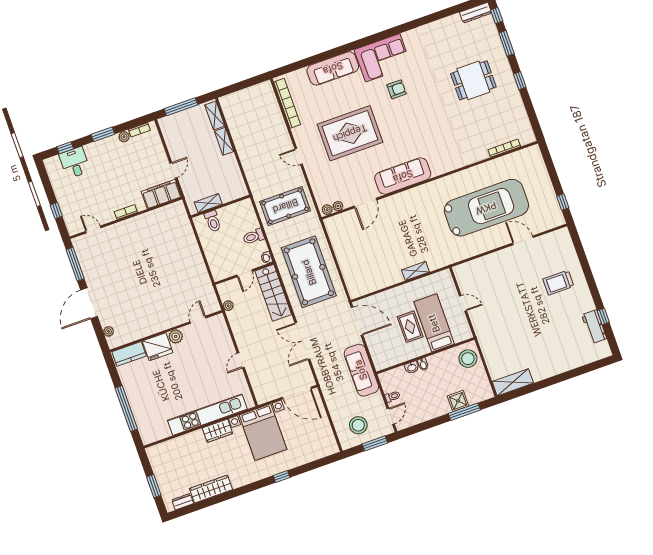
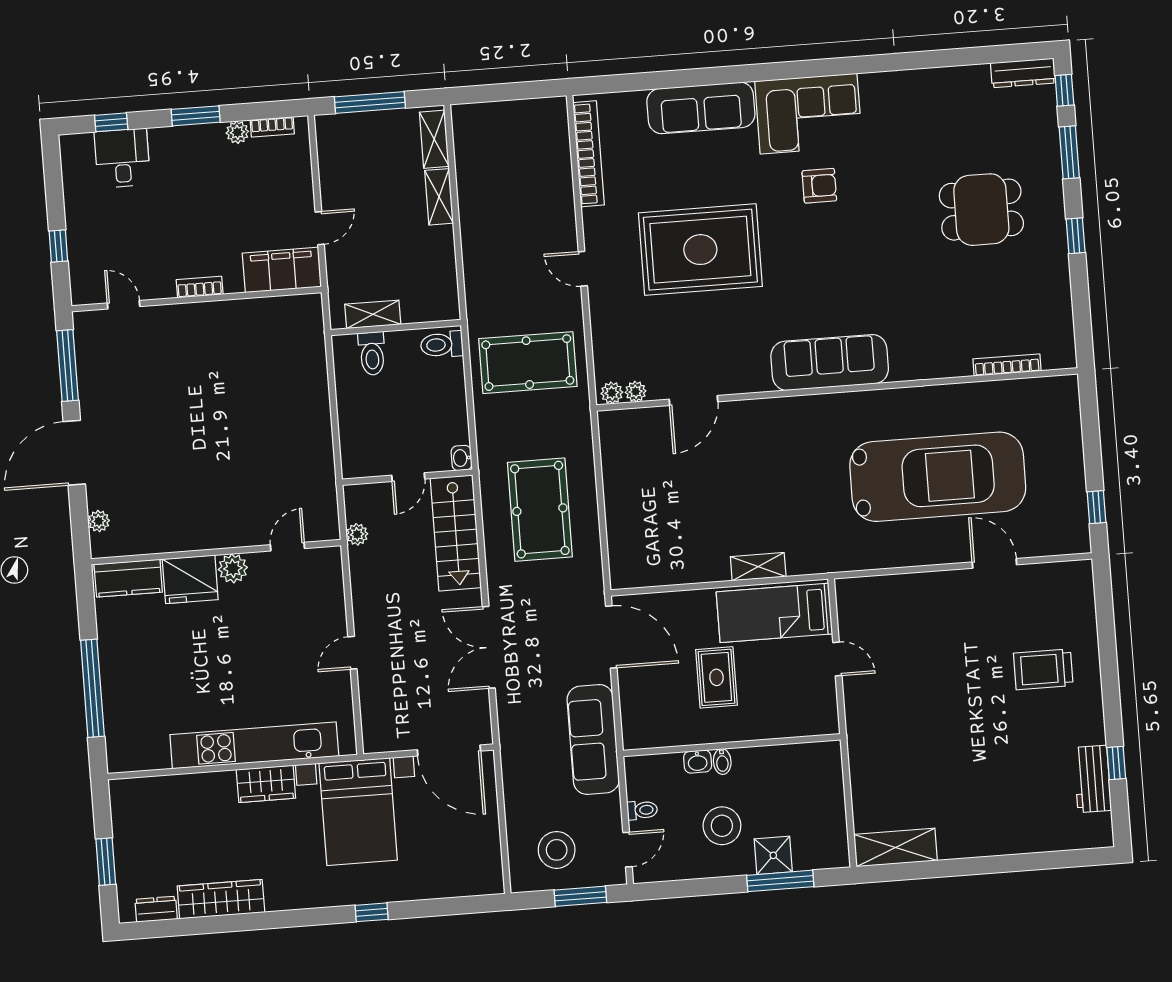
sofa: (403, 176) -> (830, 362), moved
toilet: (254, 237) -> (442, 345), moved
pool table: (309, 272) -> (540, 510), width x0.73, depth x0.76
bed: (434, 323) -> (774, 613), moved, turned -90
stool: (468, 359) -> (722, 826), moved

